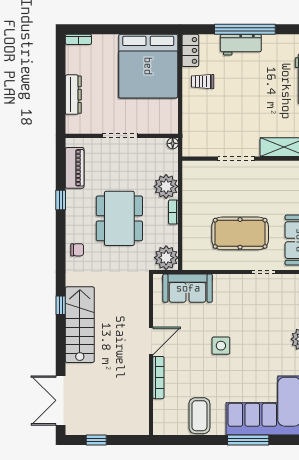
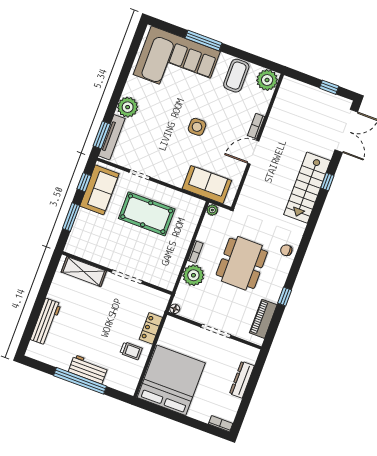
locker: (190, 50) -> (151, 328), moved
plant: (166, 258) -> (212, 210), width x0.53, depth x0.53
window: (61, 305) -> (327, 182), moved
bookcase: (158, 378) -> (256, 126), width x0.64
plant: (165, 423) -> (267, 80), added

